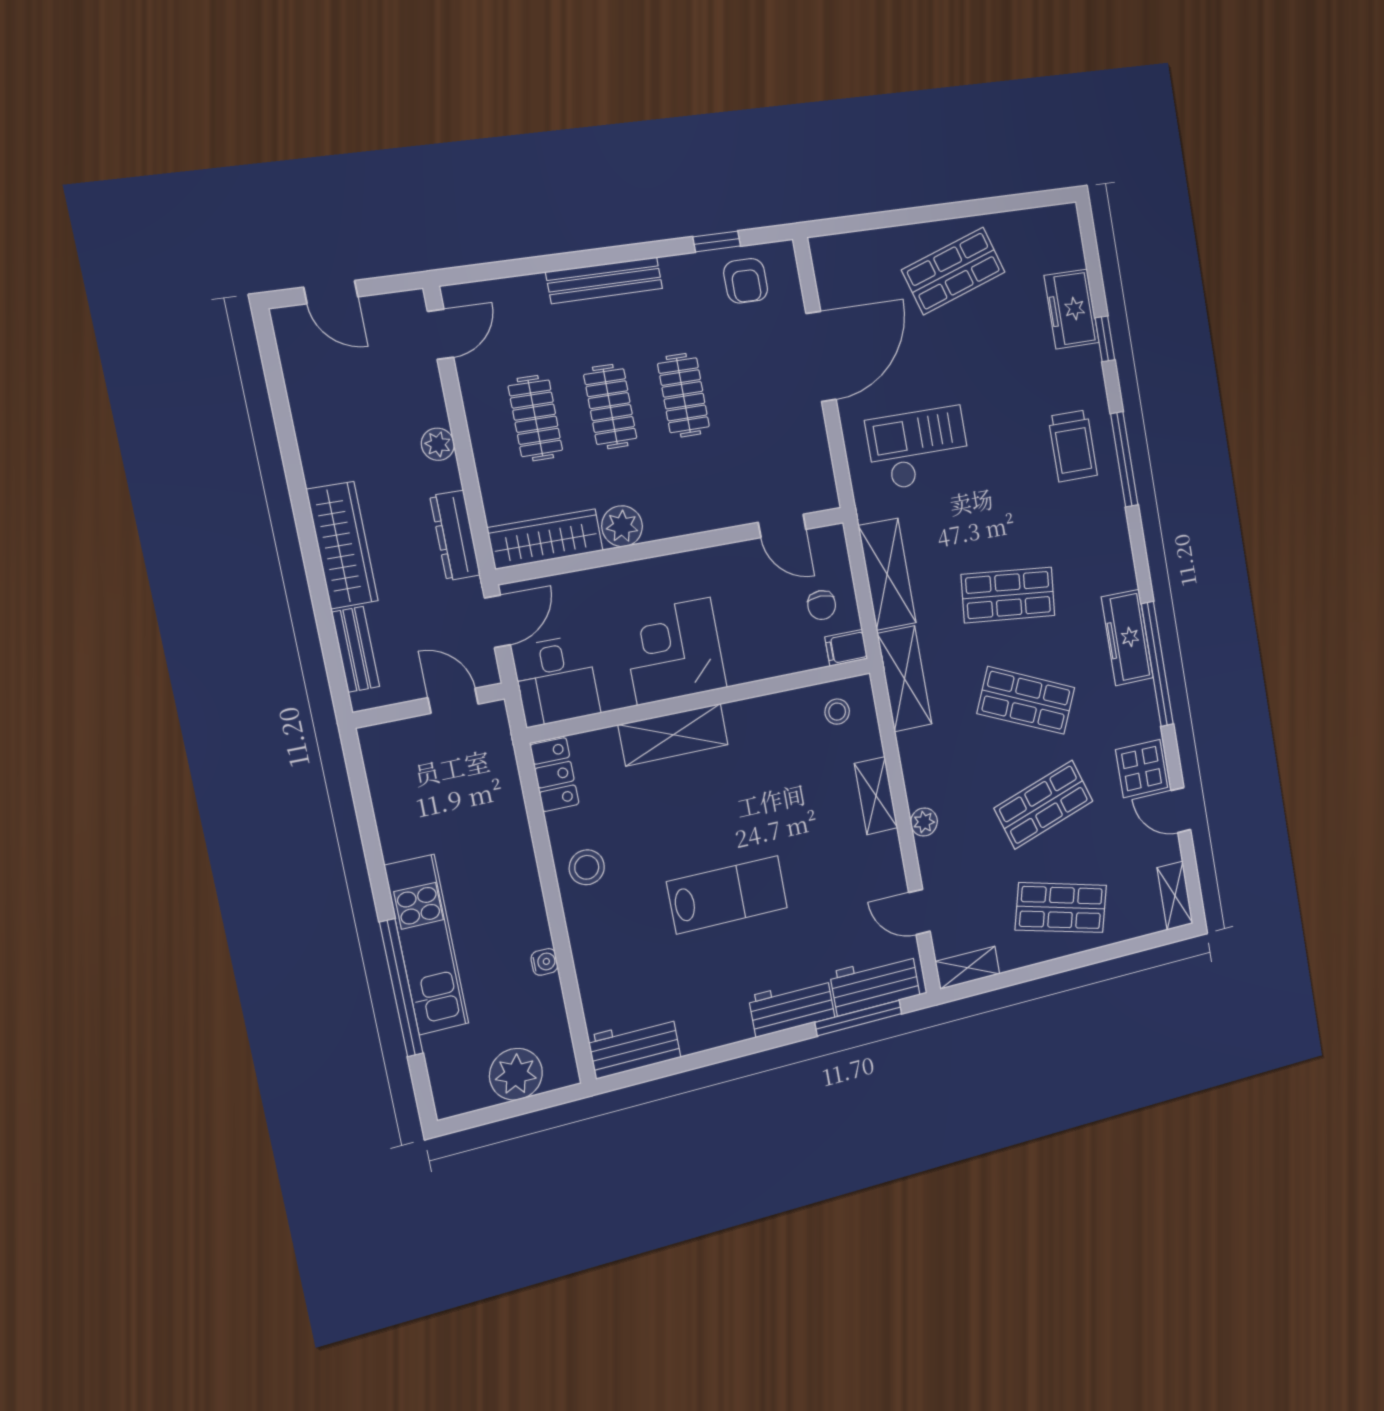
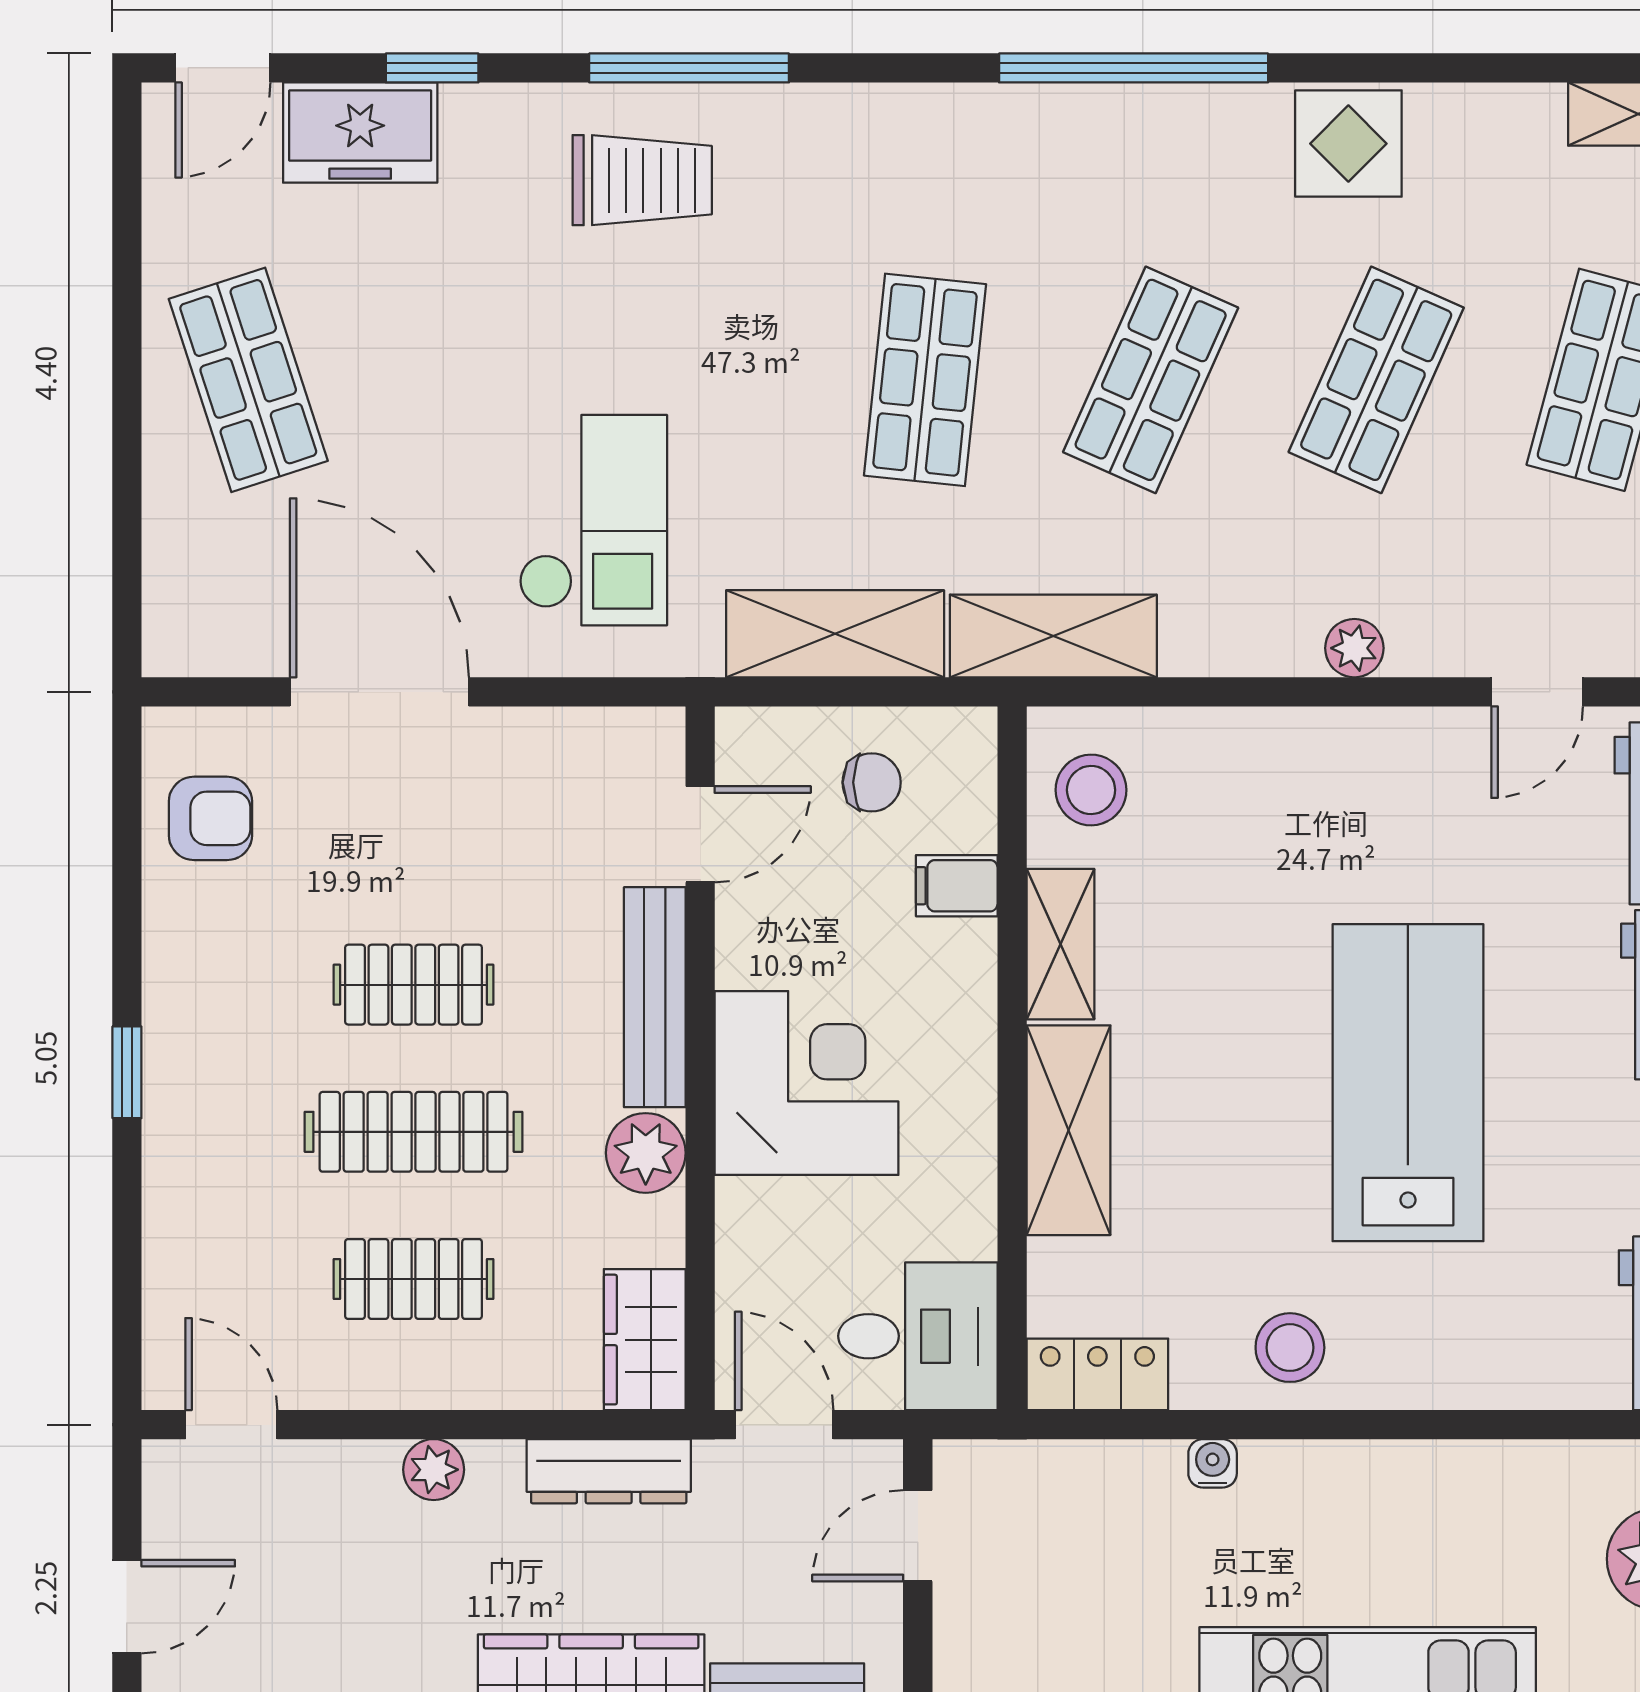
window: (717, 241) -> (127, 1072), moved
bench: (604, 280) -> (655, 997), moved
clothes rail: (610, 407) -> (414, 1132), width x1.36
checkout: (919, 448) -> (593, 520), turned 180
wardrobe: (545, 539) -> (645, 1340), width x0.67
freezer: (1127, 637) -> (1064, 127), removed
filing cabinet: (846, 648) -> (957, 886), moved, turned 90
corner desk: (674, 651) -> (807, 1083), moved, turned 180
stool: (837, 712) -> (1091, 790), width x1.37, depth x1.37
shelving: (876, 796) -> (1060, 944), moved, turned 90
shop shelf: (1044, 805) -> (1376, 380), turned 42
door: (1181, 810) -> (223, 68), moved
lab bench: (727, 895) -> (1408, 1083), width x1.36, depth x1.39
water cooler: (544, 962) -> (1213, 1463), moved

